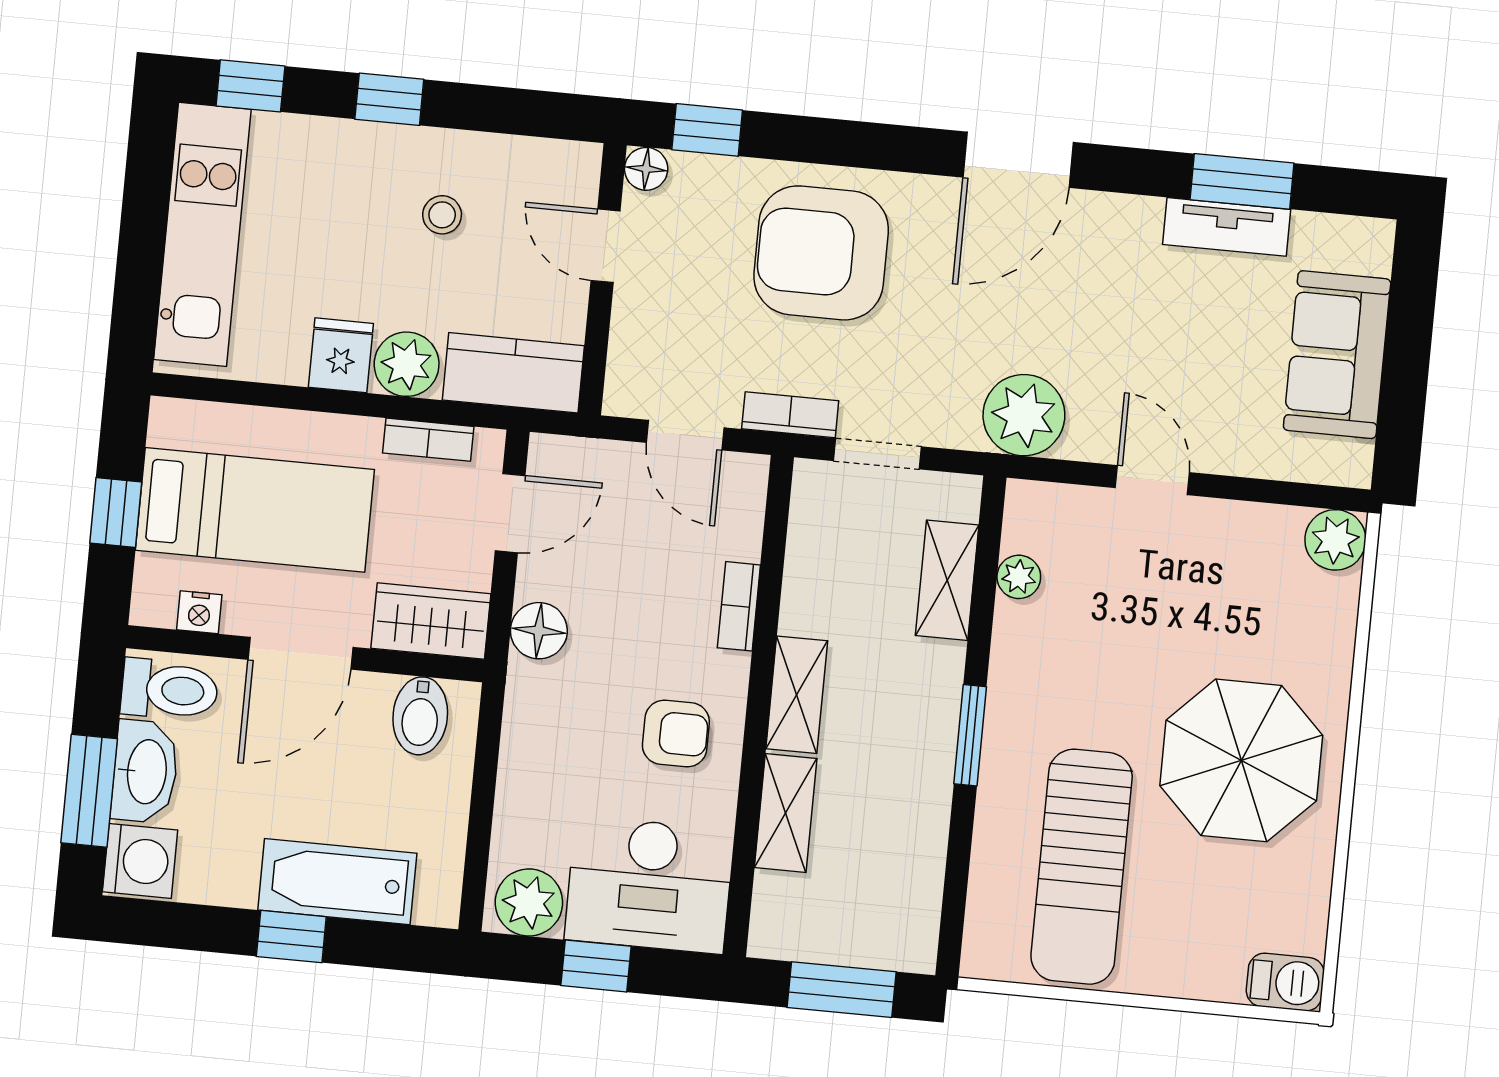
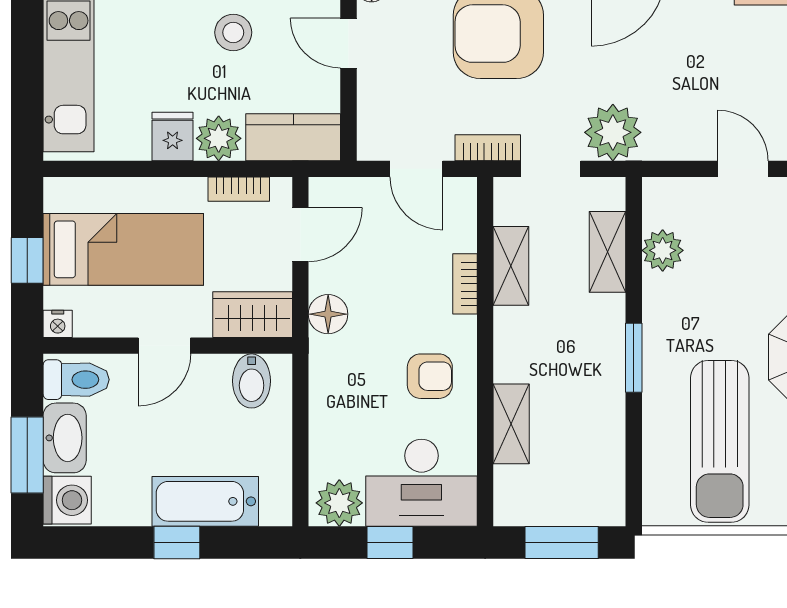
stool: (442, 215) -> (233, 32), width x1.37, depth x1.37
plant: (1024, 415) -> (613, 132), moved
plant: (1019, 577) -> (663, 250), width x1.38, depth x1.38
nightstand: (199, 612) -> (58, 324), moved
door: (301, 653) -> (164, 346), width x0.73
shelving: (797, 695) -> (511, 266), moved

